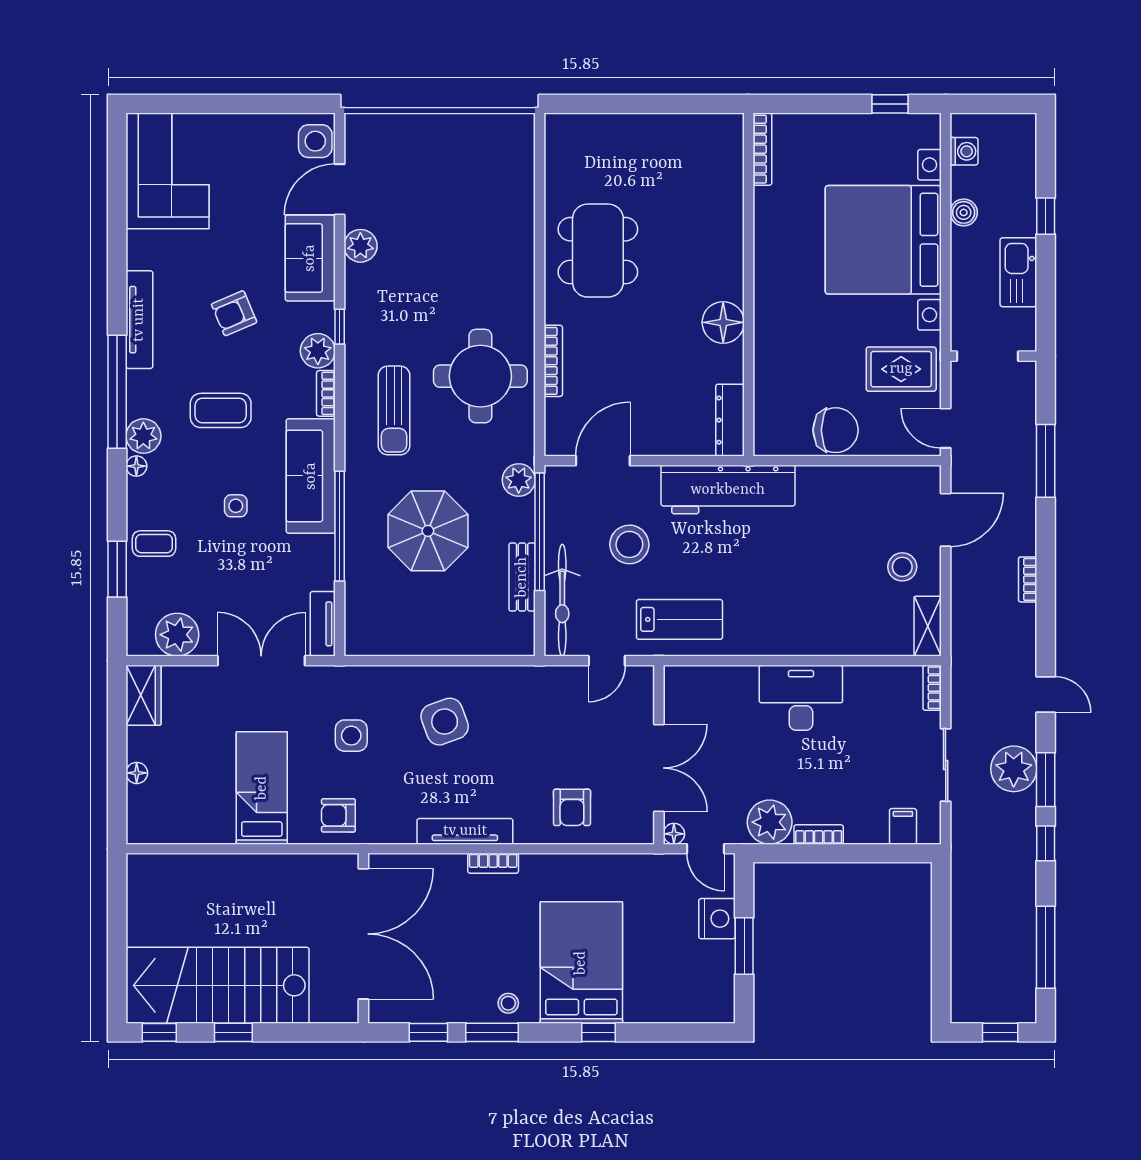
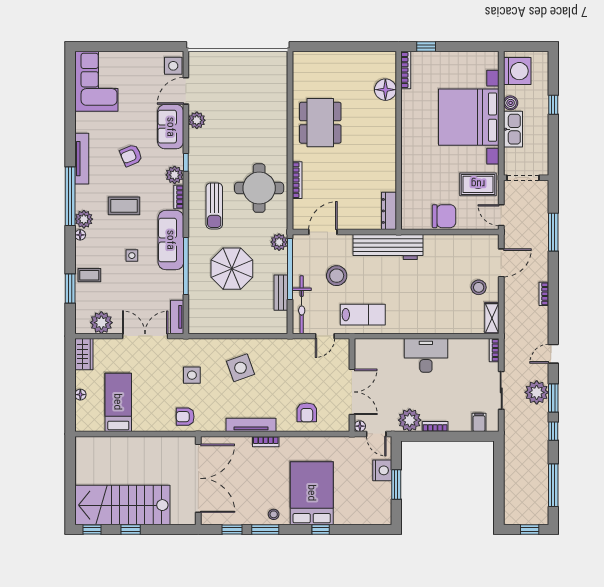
window: (890, 104) -> (426, 46), moved
washing machine: (964, 151) -> (517, 71), width x1.89, depth x1.89
kitchen sink: (1018, 272) -> (513, 129), moved, turned 180
floor lamp: (723, 322) -> (385, 90), moved
door: (1046, 695) -> (553, 354), swing flipped
bed: (262, 788) -> (118, 402), moved

